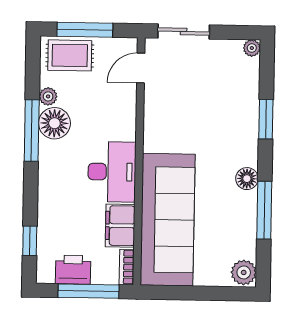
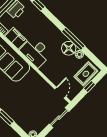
window: (85, 30) -> (90, 86), width x0.46

